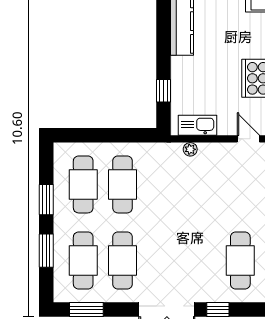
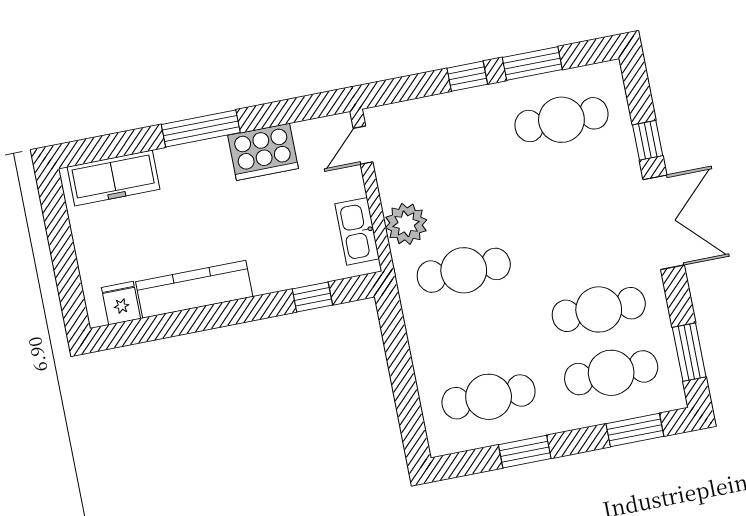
plant: (190, 149) -> (406, 224), width x1.88, depth x1.88
cafe table: (122, 184) -> (464, 270), moved
window: (46, 251) -> (635, 430), moved

